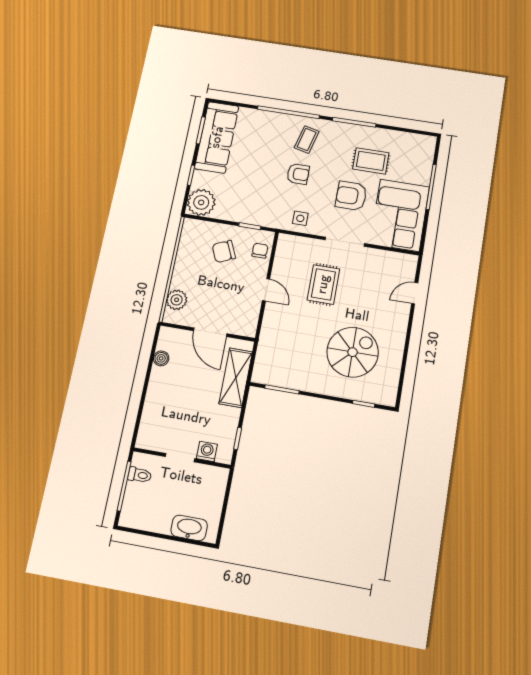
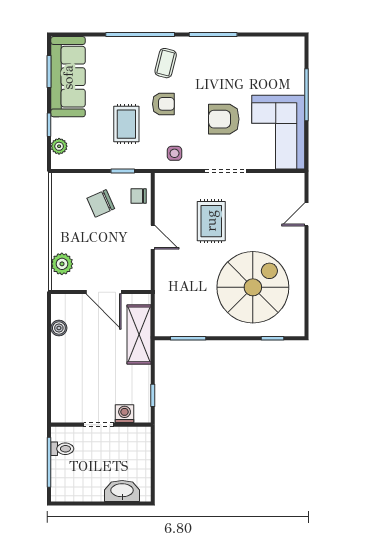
rug: (371, 161) -> (126, 124), moved, turned 90
plant: (201, 202) -> (59, 146), width x0.53, depth x0.53
chair: (260, 251) -> (139, 196), turned -90
spiral stairs: (353, 352) -> (253, 287), width x1.37, depth x1.37

